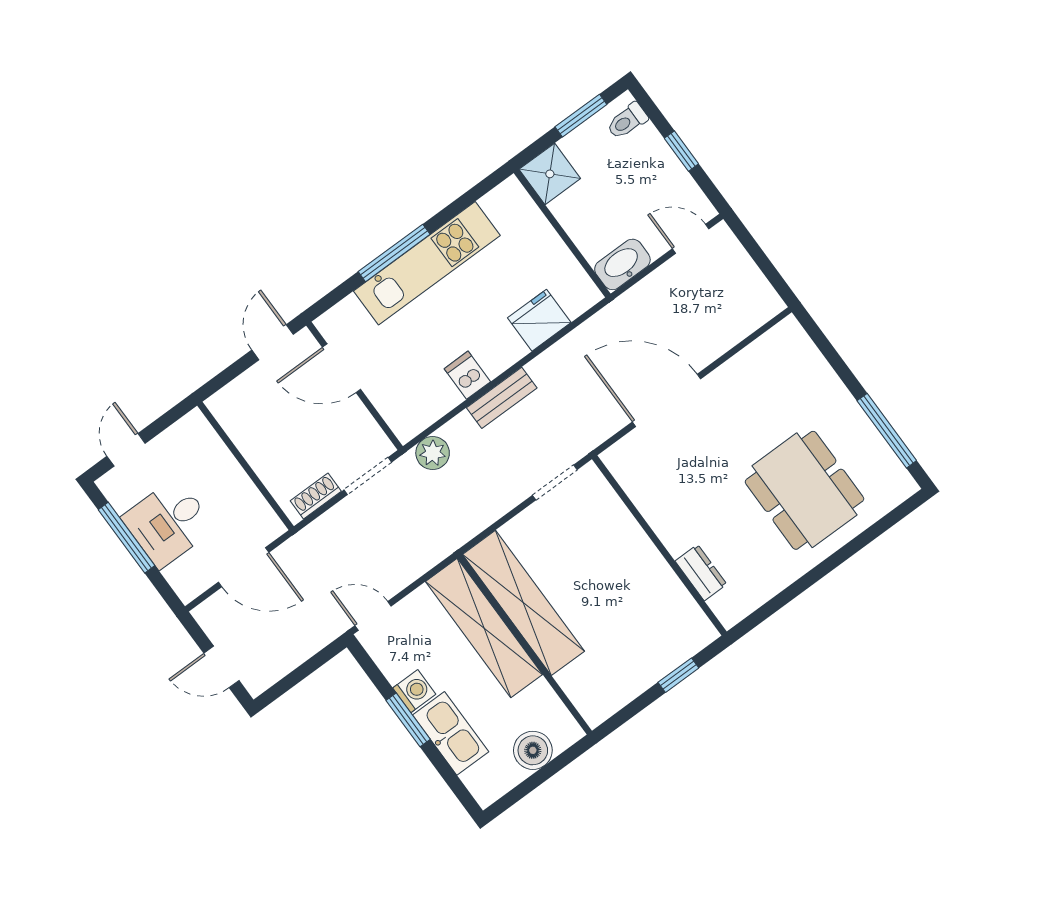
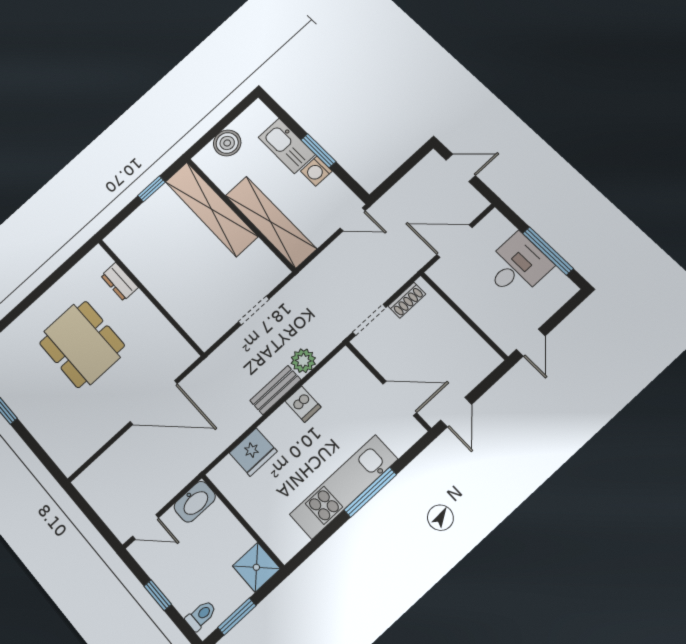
door: (126, 450) -> (531, 343), moved
plant: (433, 453) -> (303, 361), moved
doorway: (555, 482) -> (254, 310), moved
dining table: (804, 490) -> (82, 344), moved
shelving: (523, 603) -> (211, 209), moved
window: (678, 675) -> (151, 189), moved

